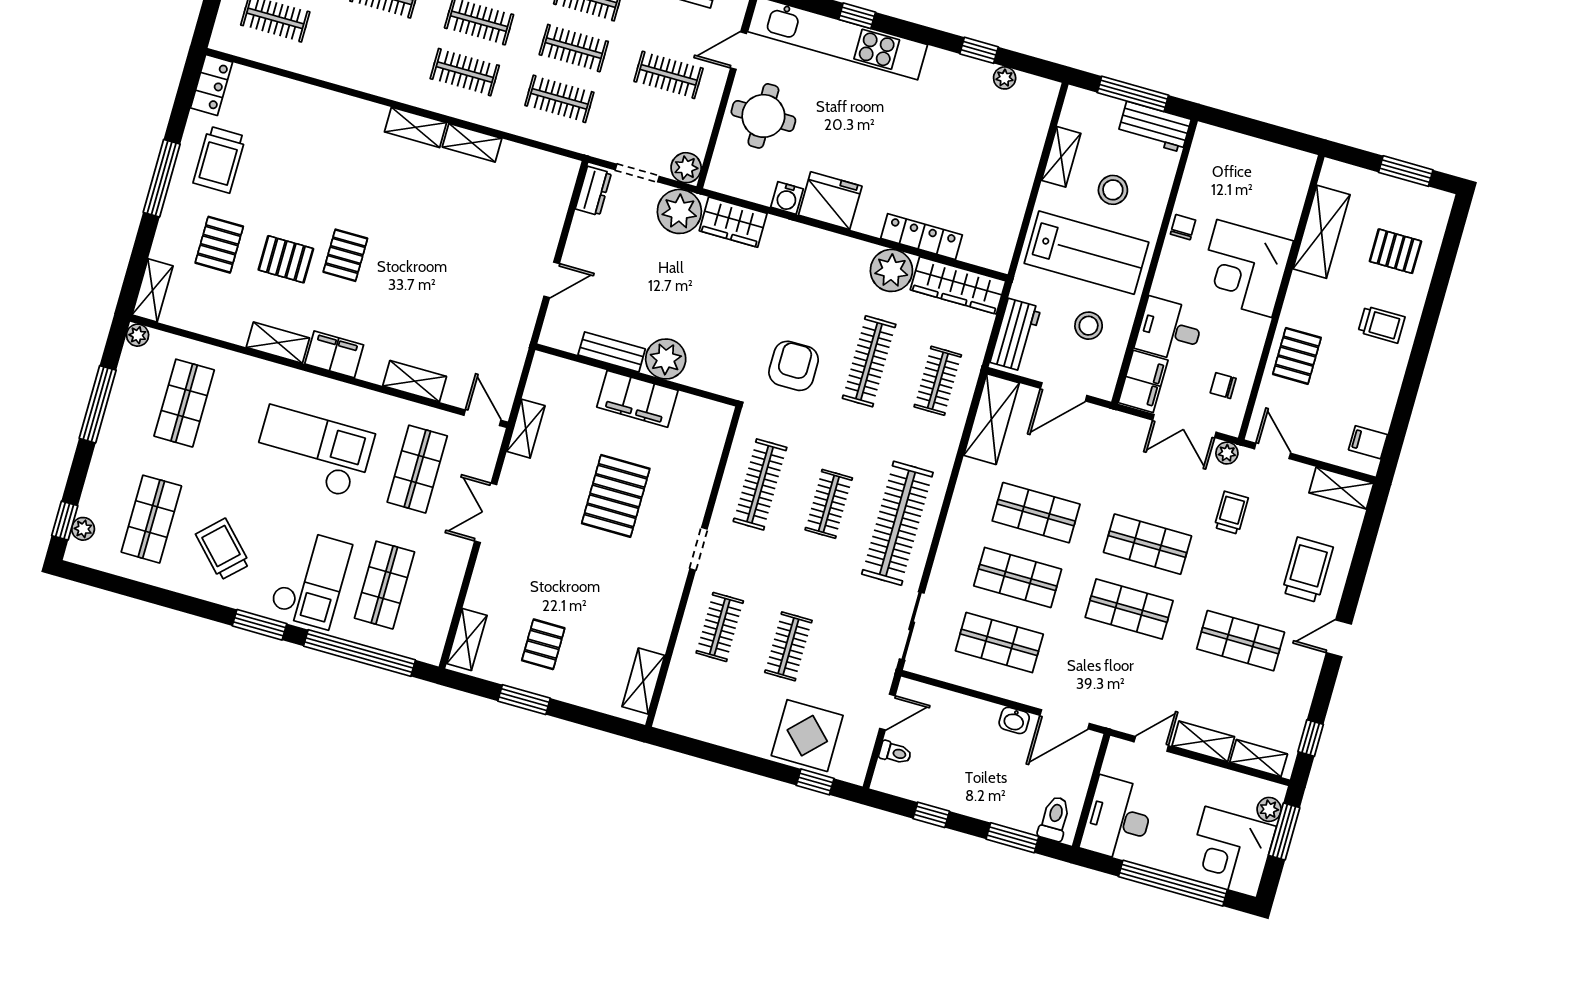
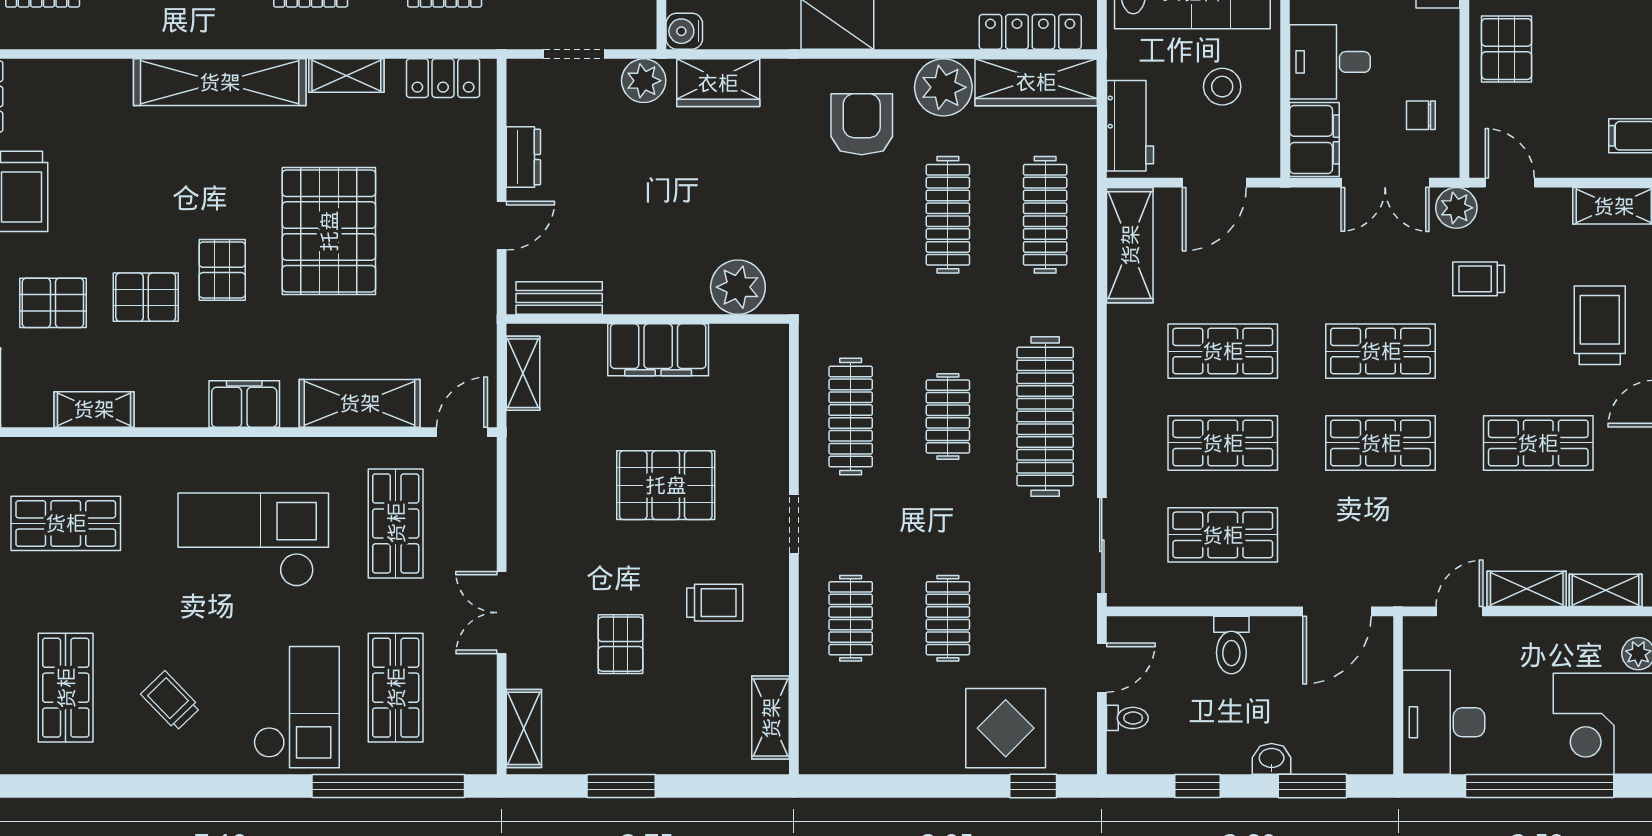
shelving: (416, 127) -> (220, 82), width x2.20, depth x1.33
locker: (540, 164) -> (443, 78), added
plant: (686, 168) -> (636, 29), removed
dresser: (593, 191) -> (523, 157), moved
water cooler: (787, 198) -> (684, 31), moved, turned 90
plant: (679, 211) -> (644, 81), width x0.73, depth x0.73
locker: (922, 237) -> (1030, 32), moved
pallet: (219, 245) -> (53, 303), turned 90
pallet: (429, 249) -> (329, 231), added
shelving: (278, 343) -> (94, 409), moved
bench: (612, 352) -> (559, 298), moved
plant: (666, 359) -> (738, 287), moved
armchair: (794, 366) -> (862, 124), moved
shelving: (415, 381) -> (360, 403), width x1.50, depth x1.33
clothes rail: (938, 381) -> (1045, 215), width x1.36
shop shelf: (184, 403) -> (66, 523), turned 90
door: (482, 418) -> (462, 432), hinge flipped
shelving: (526, 429) -> (523, 373), moved
plant: (1227, 453) -> (1456, 208), width x1.38, depth x1.38
pallet: (616, 496) -> (666, 485), turned 90
double door: (486, 513) -> (502, 613), moved
trolley: (1231, 513) -> (1479, 279), turned -90
trolley: (223, 549) -> (171, 701), width x0.73, depth x0.72
trolley: (627, 589) -> (715, 603), added
window: (259, 625) -> (247, 786), removed
pallet: (543, 644) -> (621, 644), moved
washbasin: (1014, 720) -> (1272, 759), moved, turned 180
toilet: (1054, 819) -> (1231, 645), moved, turned 180

